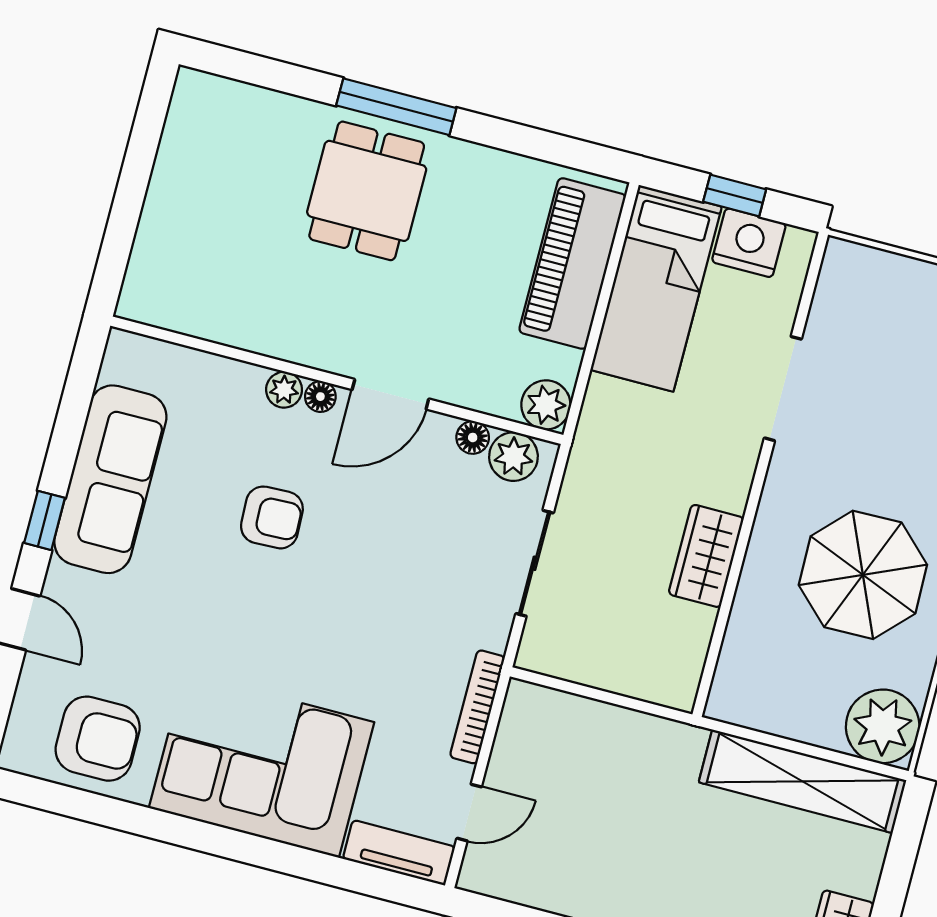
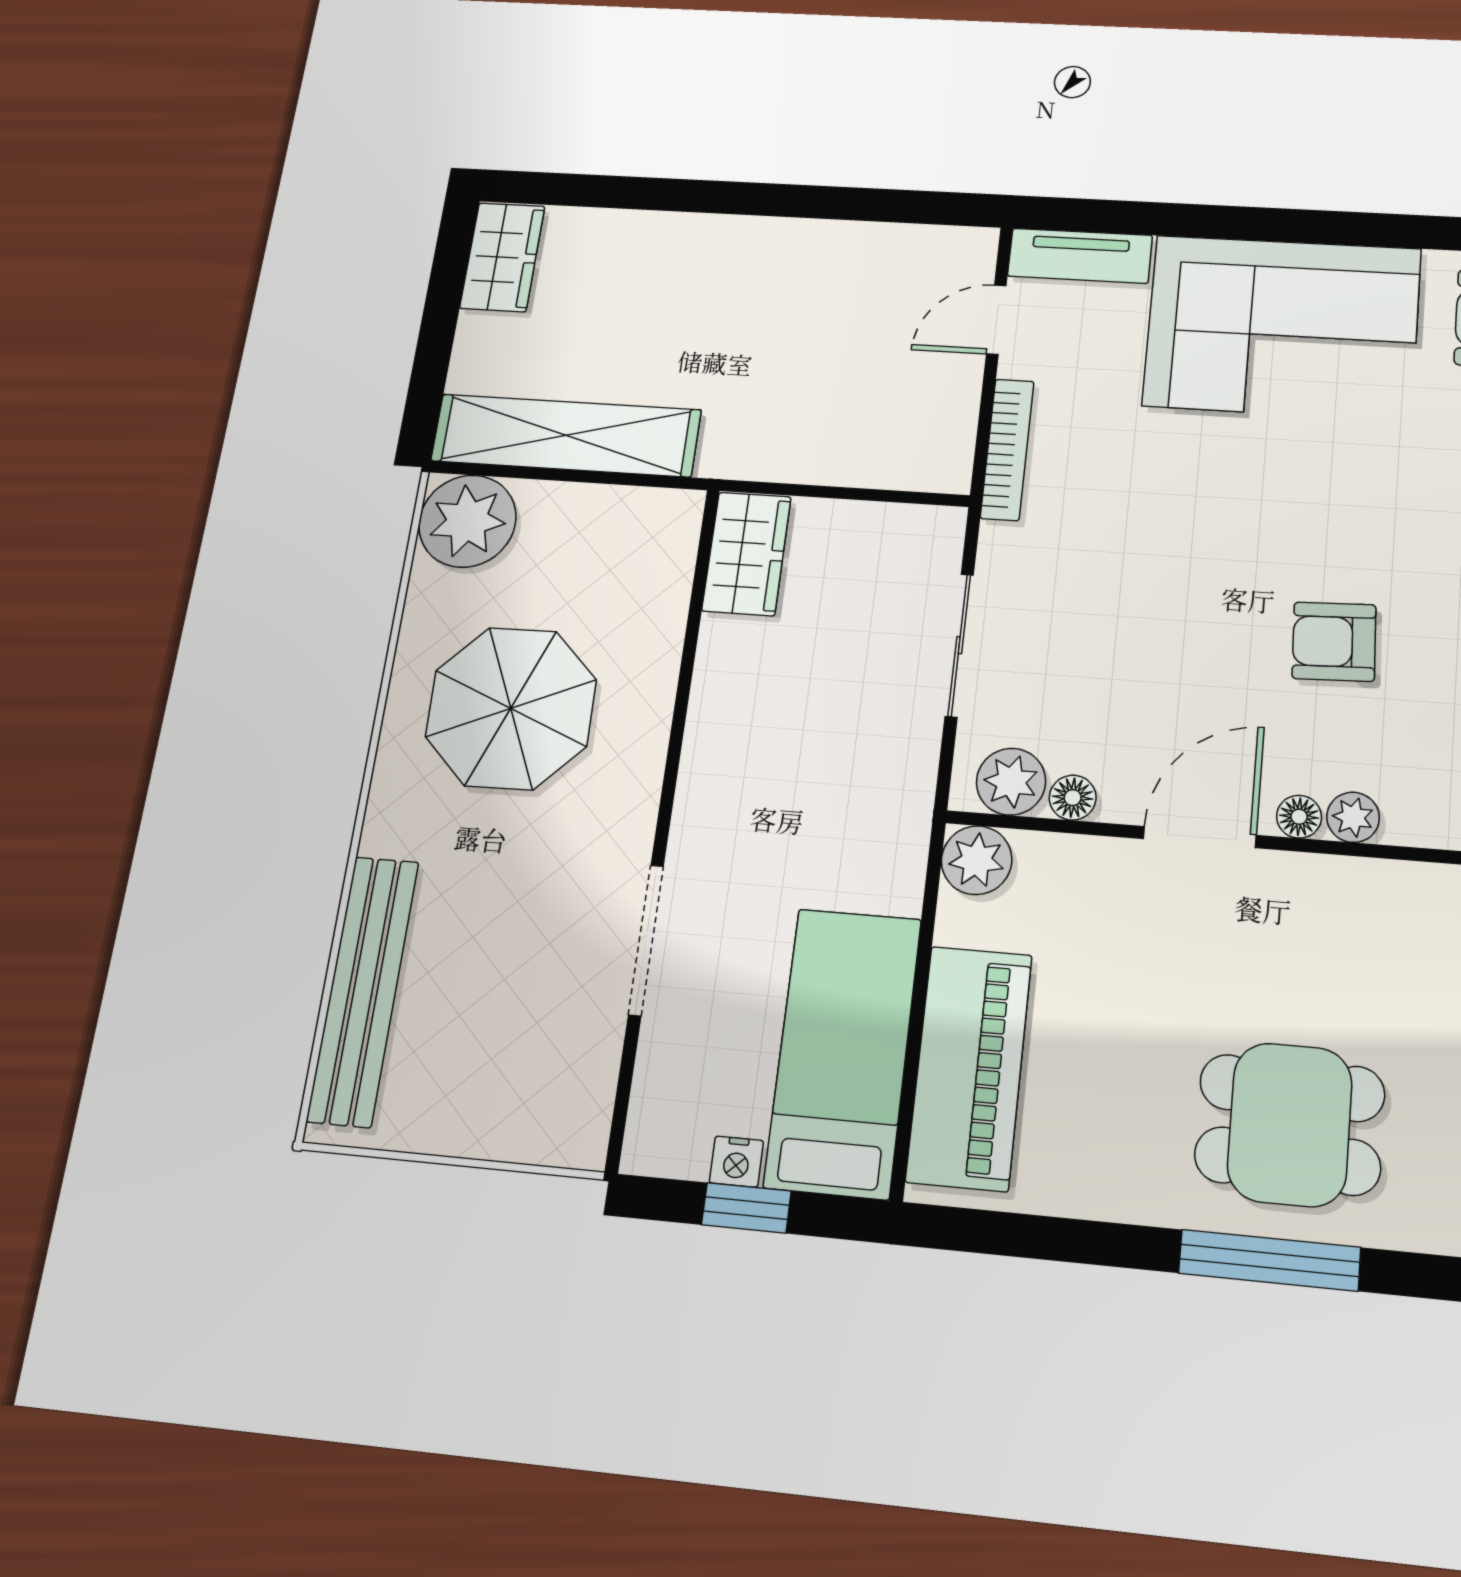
dining table: (367, 191) -> (1290, 1124), turned 90
nightstand: (749, 243) -> (736, 1162), width x0.53, depth x0.56
wardrobe: (706, 556) -> (747, 554), moved

